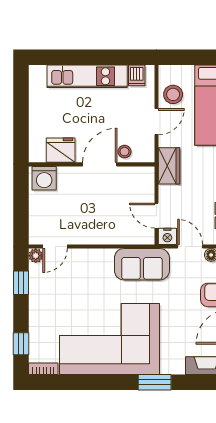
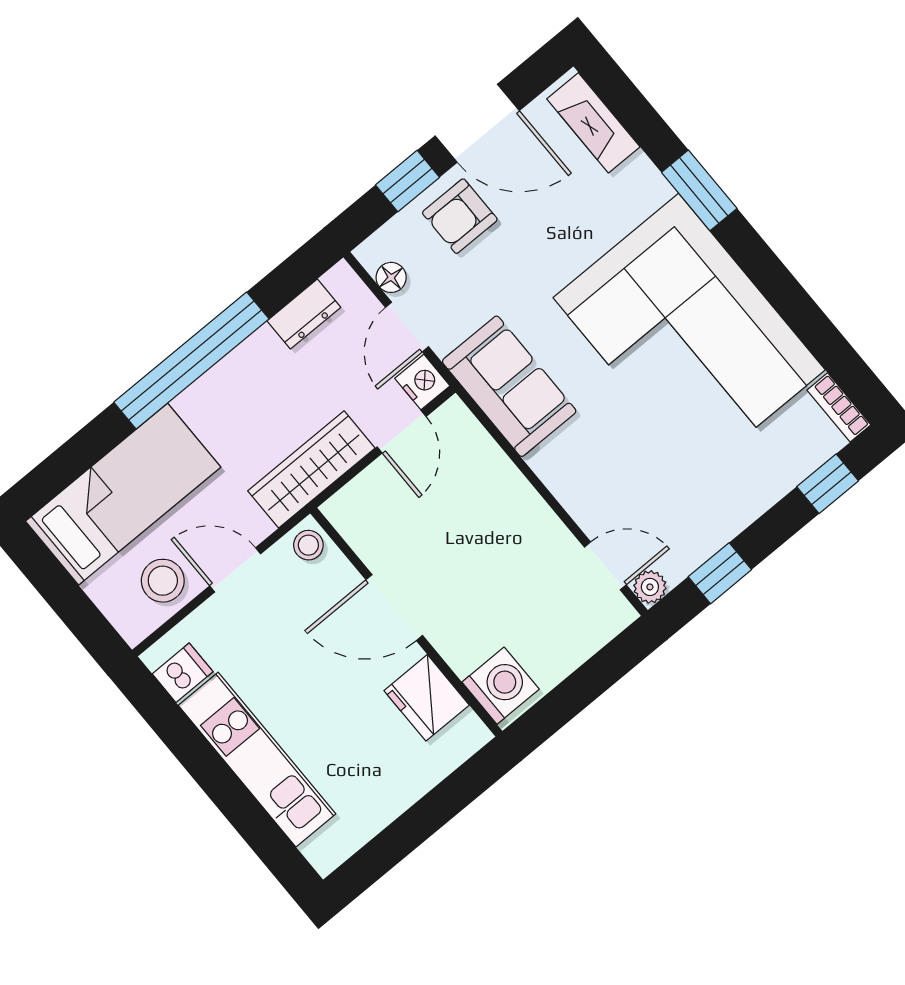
stool: (124, 152) -> (308, 545), moved
wardrobe: (169, 166) -> (311, 469), width x1.50

